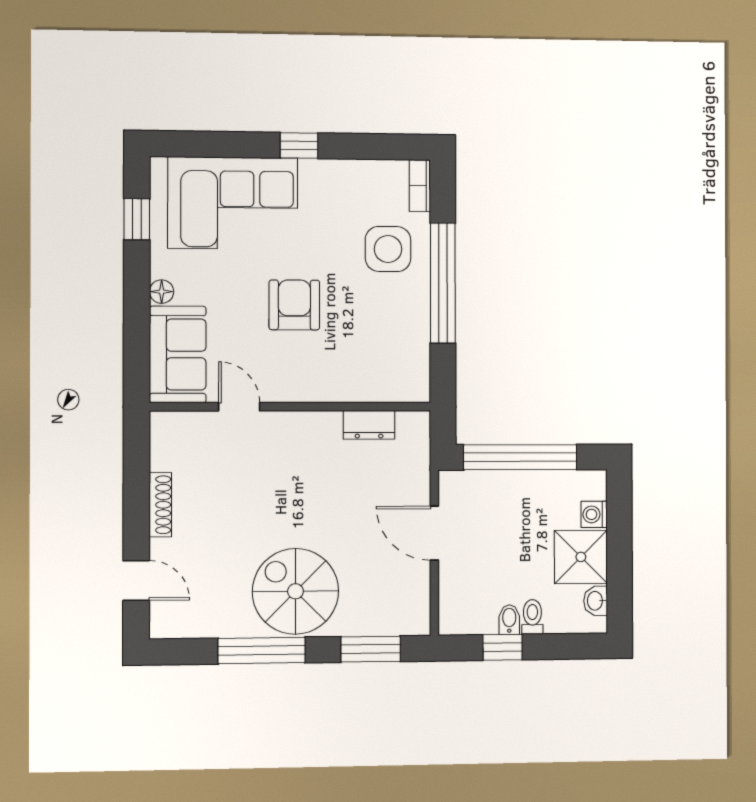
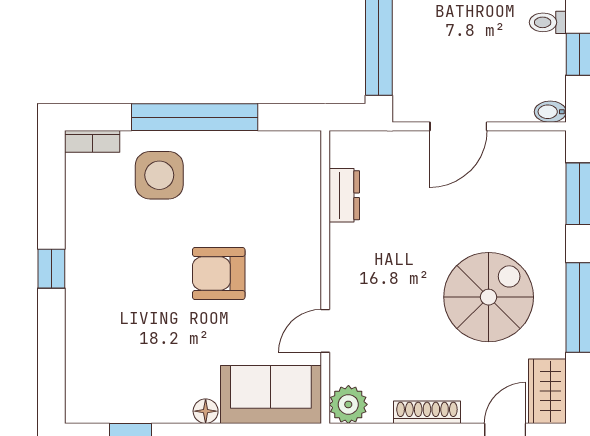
corner sofa: (233, 203) -> (113, 338), removed
plant: (168, 429) -> (348, 404), added
spiral stairs: (295, 591) -> (489, 297), moved, turned 180
bidet: (509, 620) -> (550, 112), moved
wardrobe: (181, 621) -> (547, 391), added

